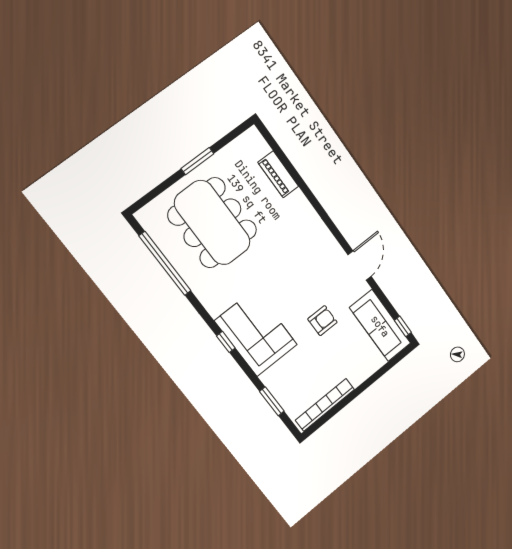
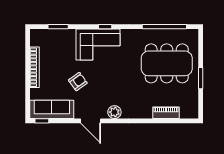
plant: (326, 243) -> (114, 112), added
armchair: (322, 321) -> (78, 82), turned -126
bookcase: (325, 405) -> (35, 67), moved

